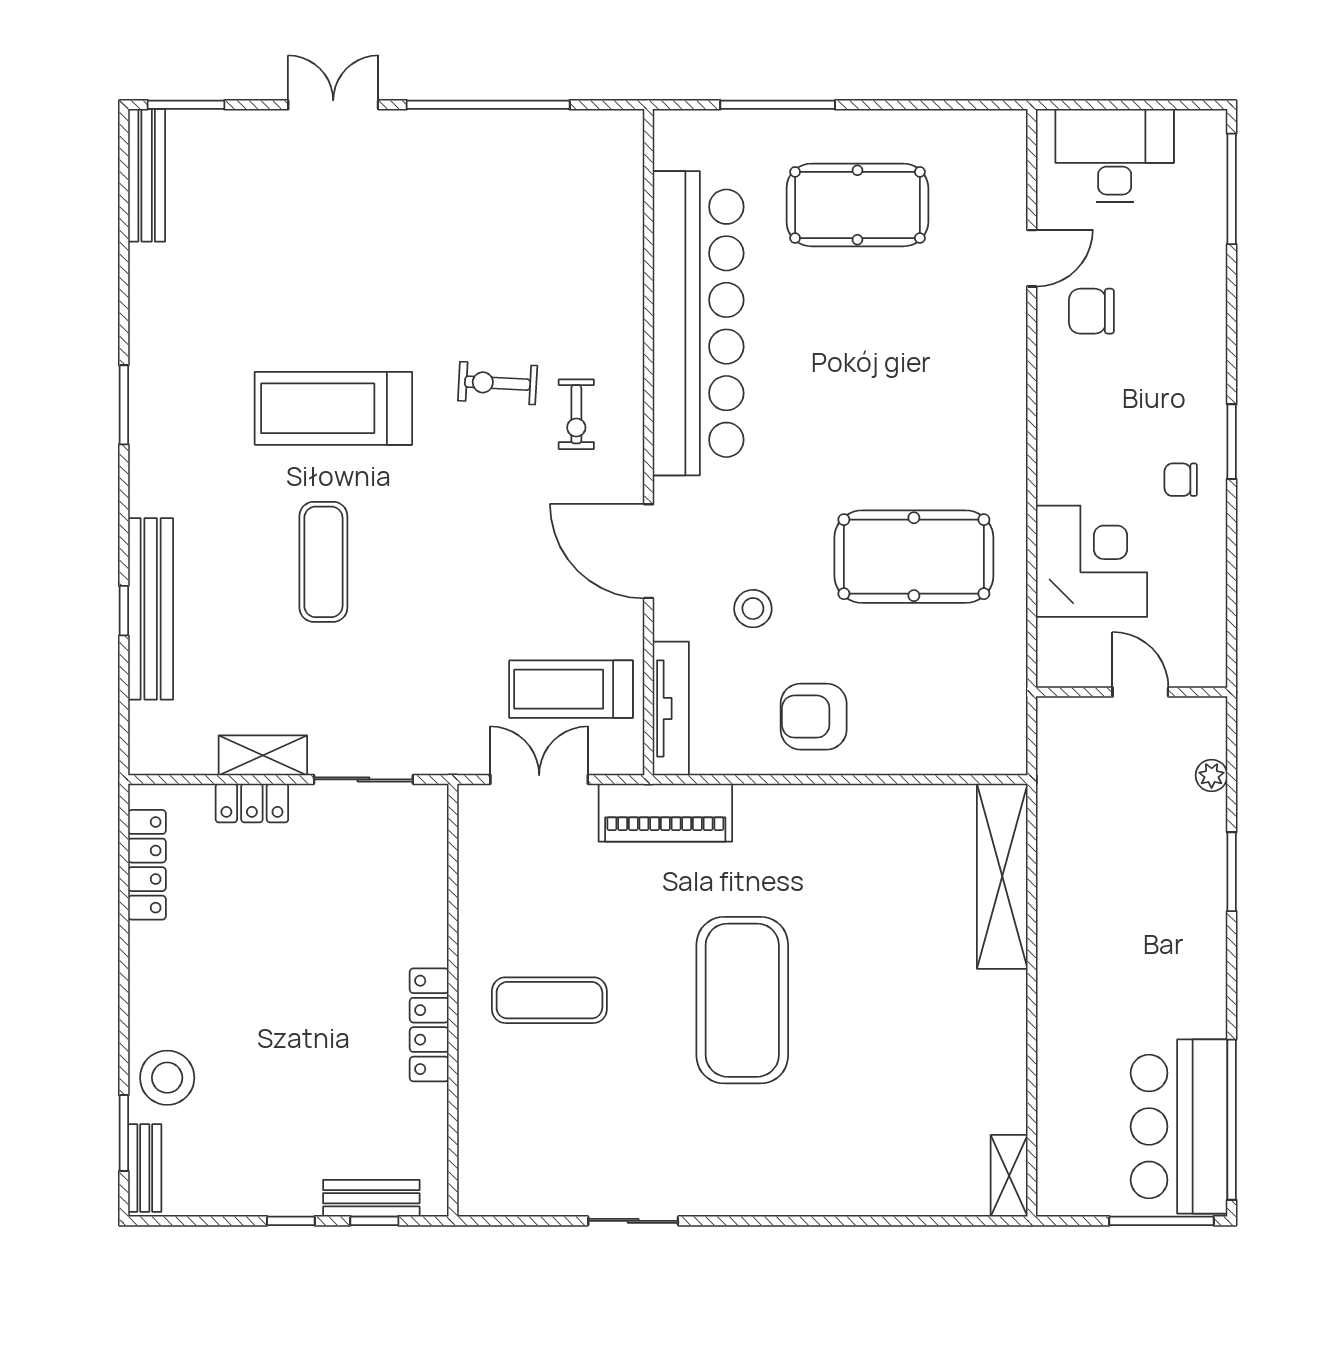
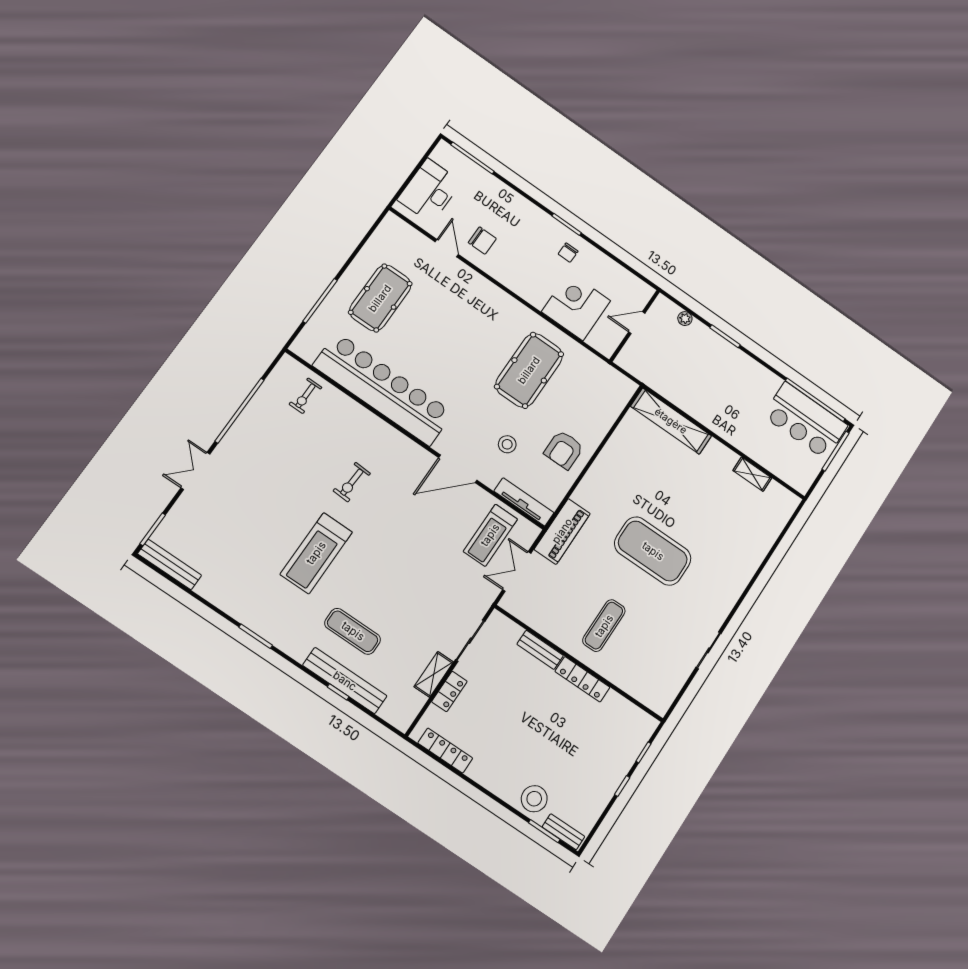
chair: (1091, 311) -> (482, 240), turned -90
exercise bike: (576, 414) -> (305, 396), moved, turned 90
exercise mat: (323, 562) -> (353, 631), moved
shelving: (1009, 1176) -> (752, 474), moved
bench: (371, 1198) -> (540, 650), moved, turned 90

